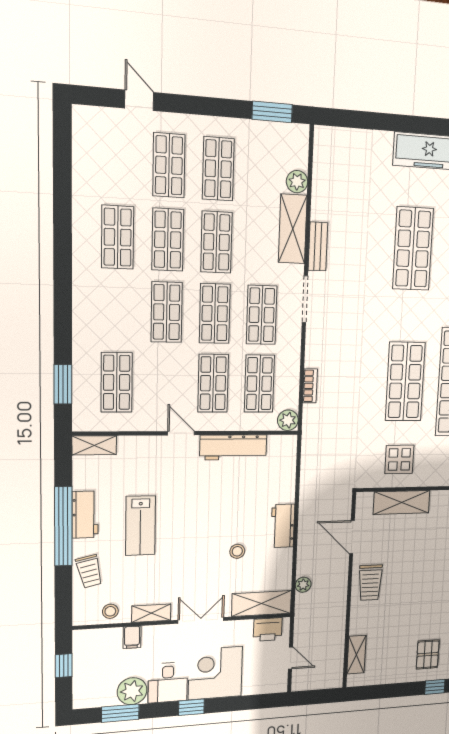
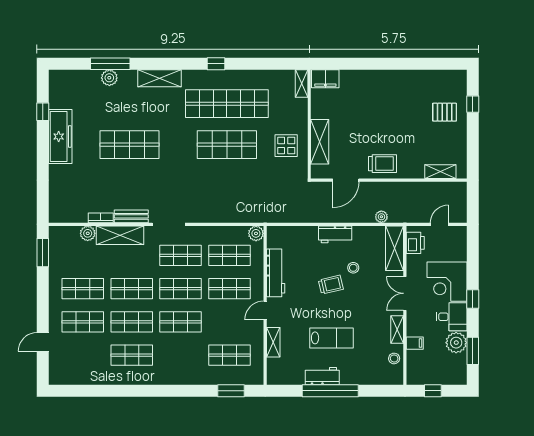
bookcase: (310, 386) -> (101, 218), moved
shelving: (94, 445) -> (273, 342), moved
trolley: (89, 571) -> (331, 285), moved

